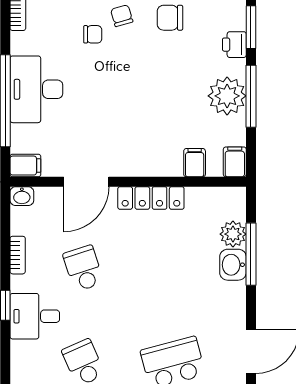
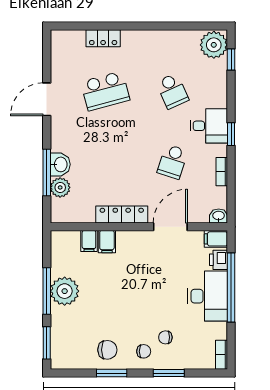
chair: (122, 16) -> (144, 351), turned -74
printer: (234, 45) -> (219, 260), moved, turned 180
filing cabinet: (235, 162) -> (107, 242), moved
school desk: (83, 268) -> (172, 162), turned 36

